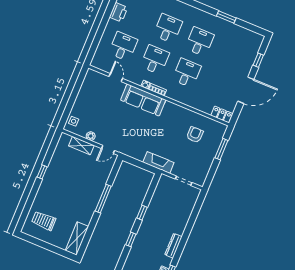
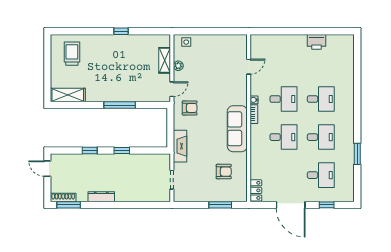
desk: (123, 47) -> (321, 175), moved
sofa: (143, 100) -> (237, 129), moved
armchair: (130, 141) -> (190, 108), added
door: (108, 149) -> (172, 89), swing flipped

